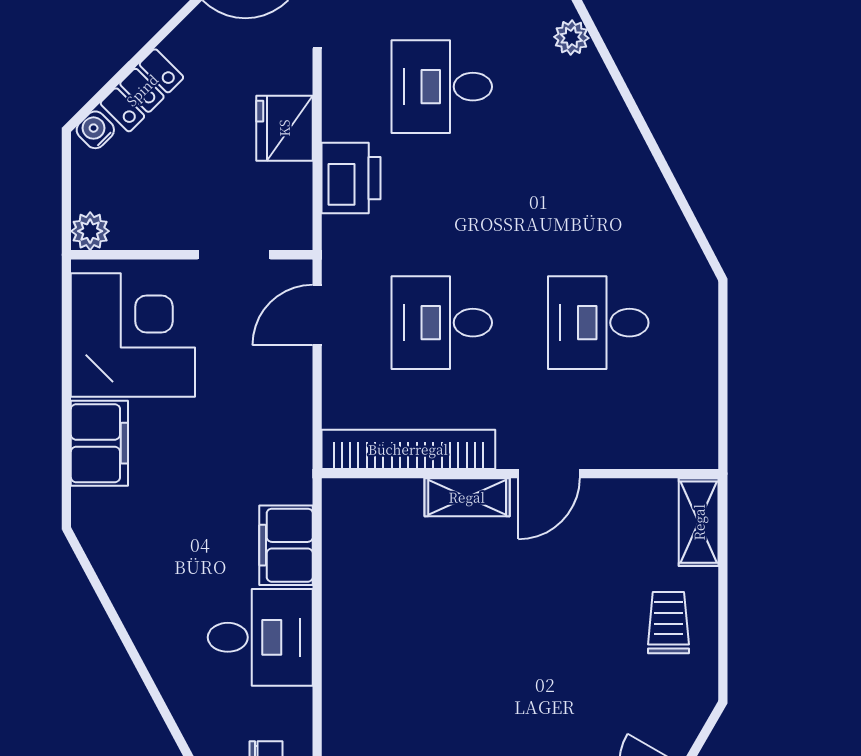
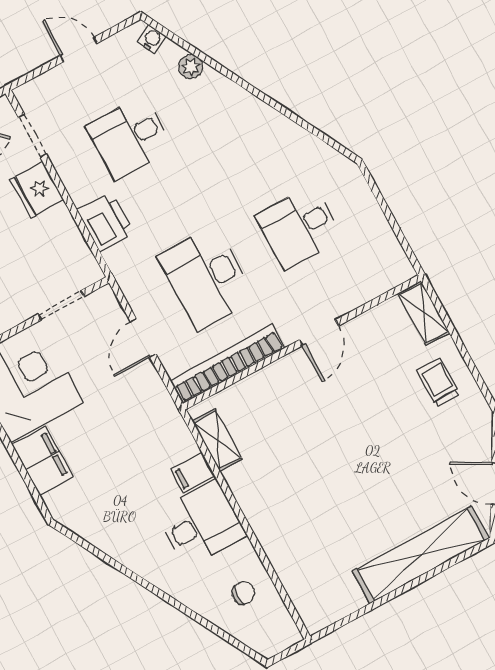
fridge: (284, 128) -> (37, 190), moved
door: (317, 315) -> (143, 338), moved
desk: (442, 323) -> (206, 278), width x1.37
shelving: (467, 497) -> (217, 440), moved, turned 90
filing cabinet: (286, 545) -> (193, 473), width x0.50

